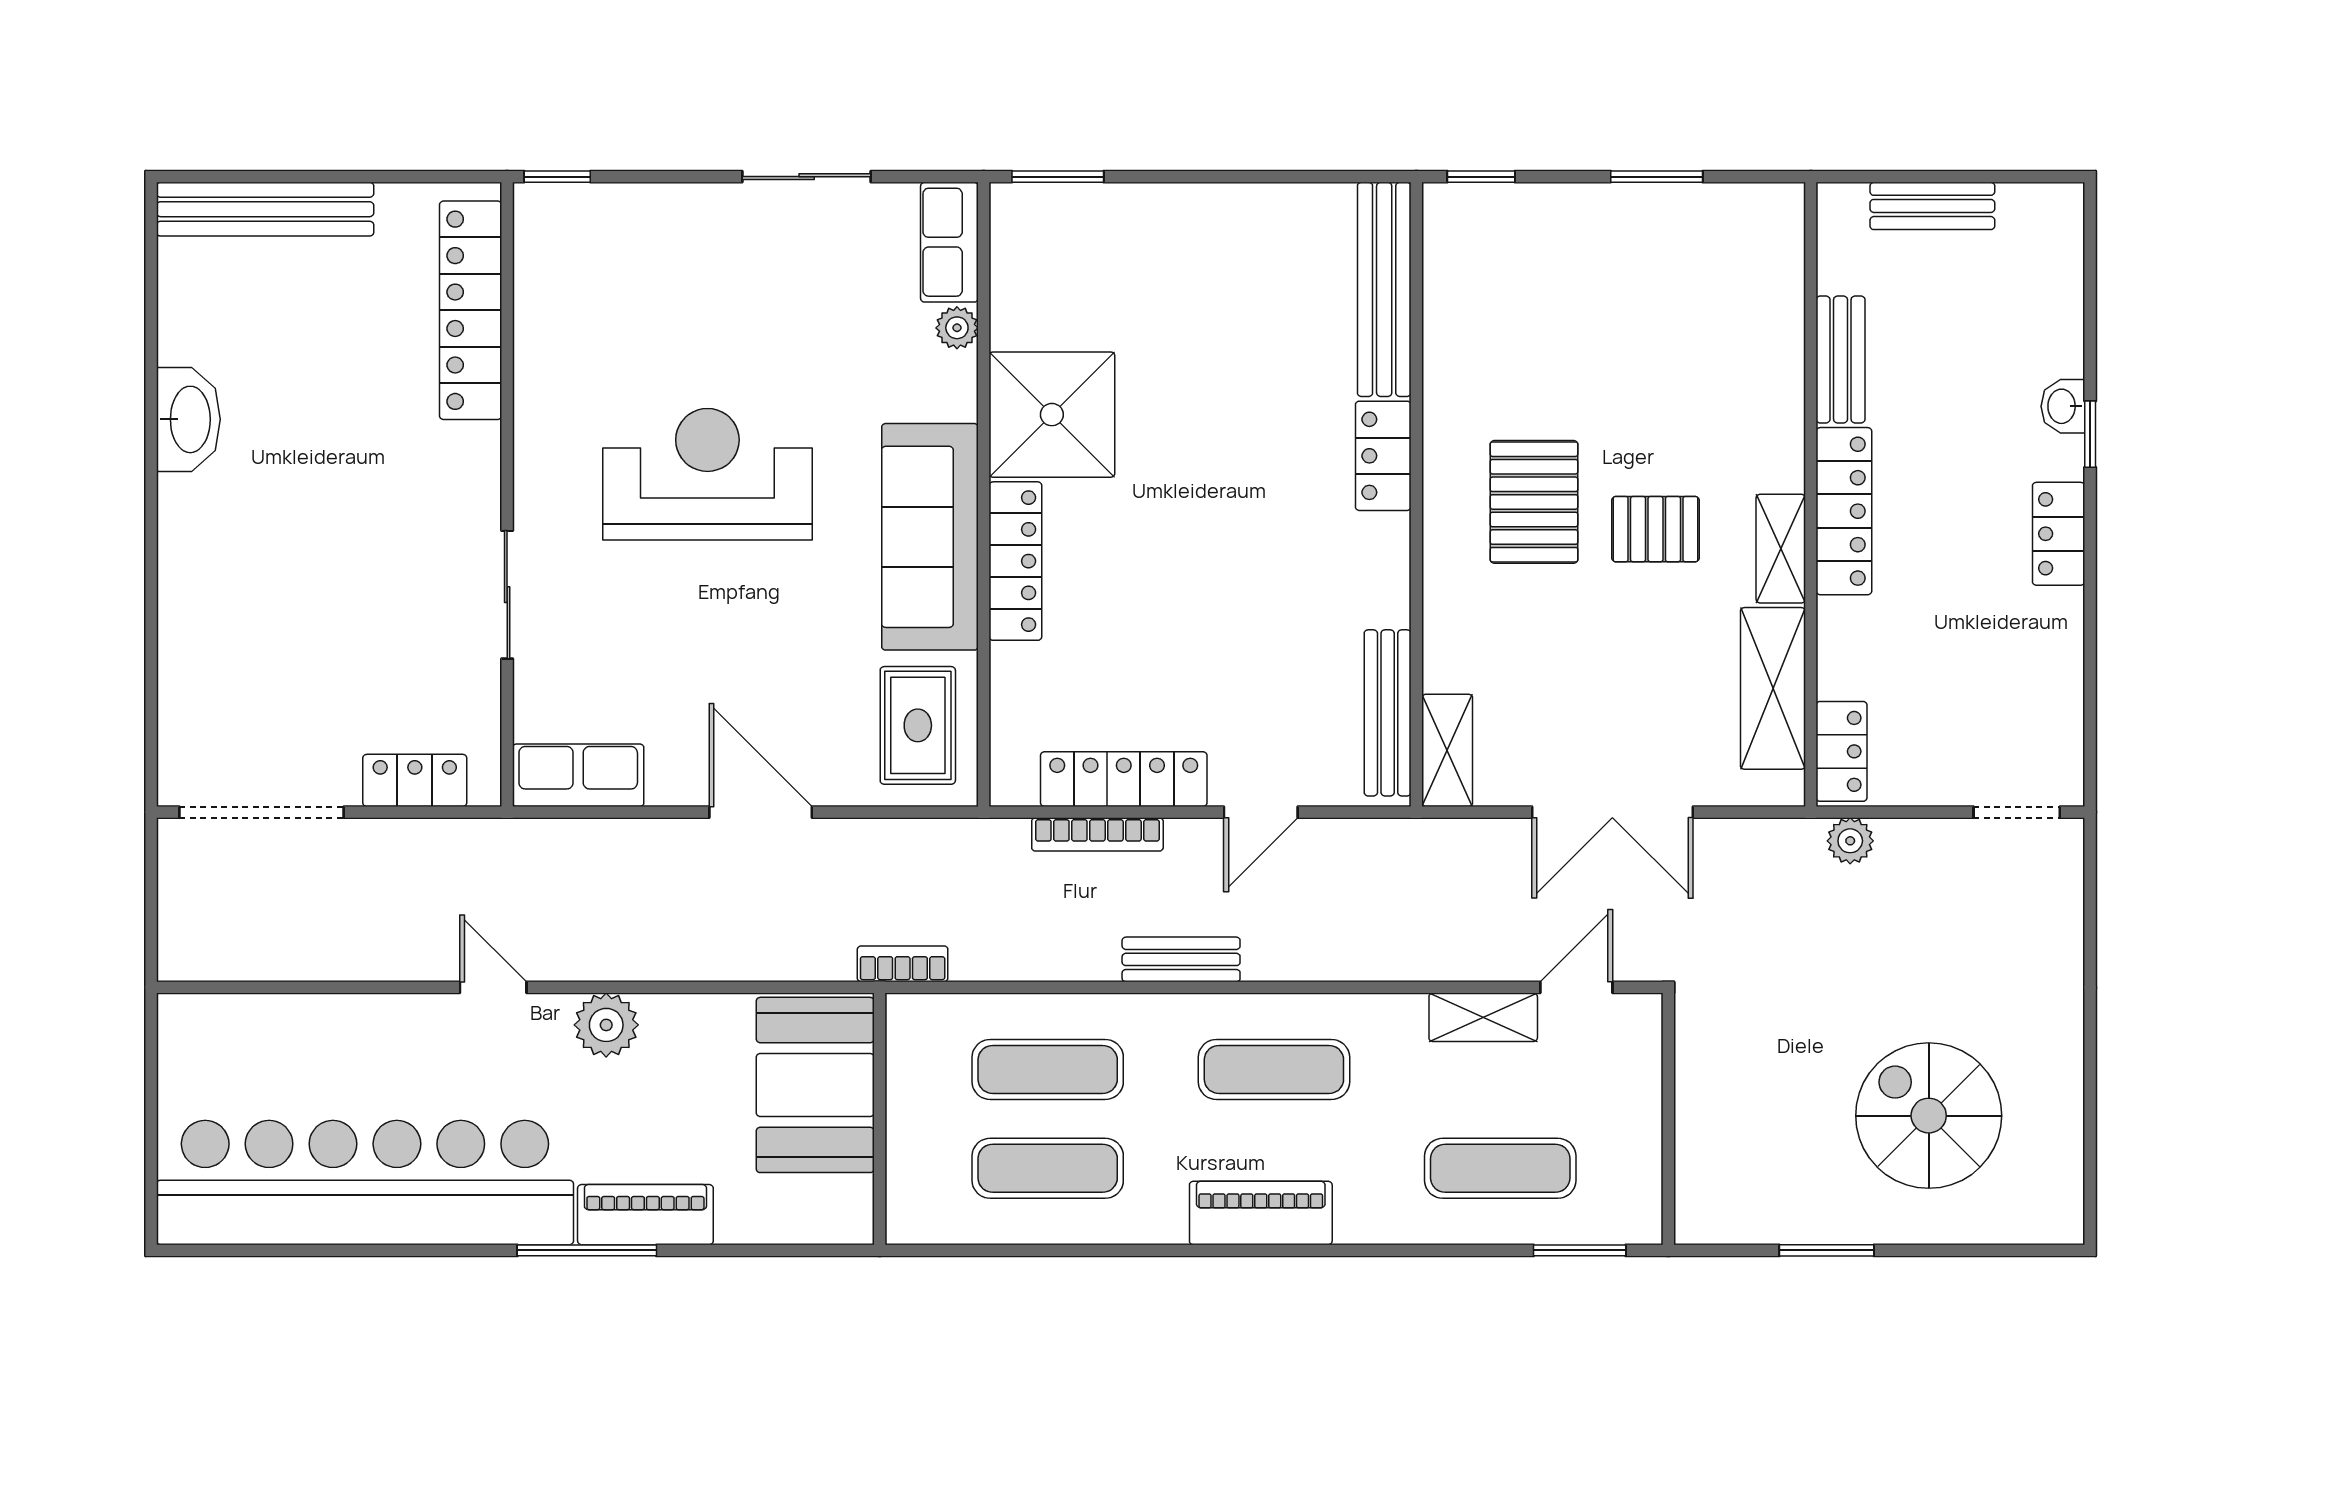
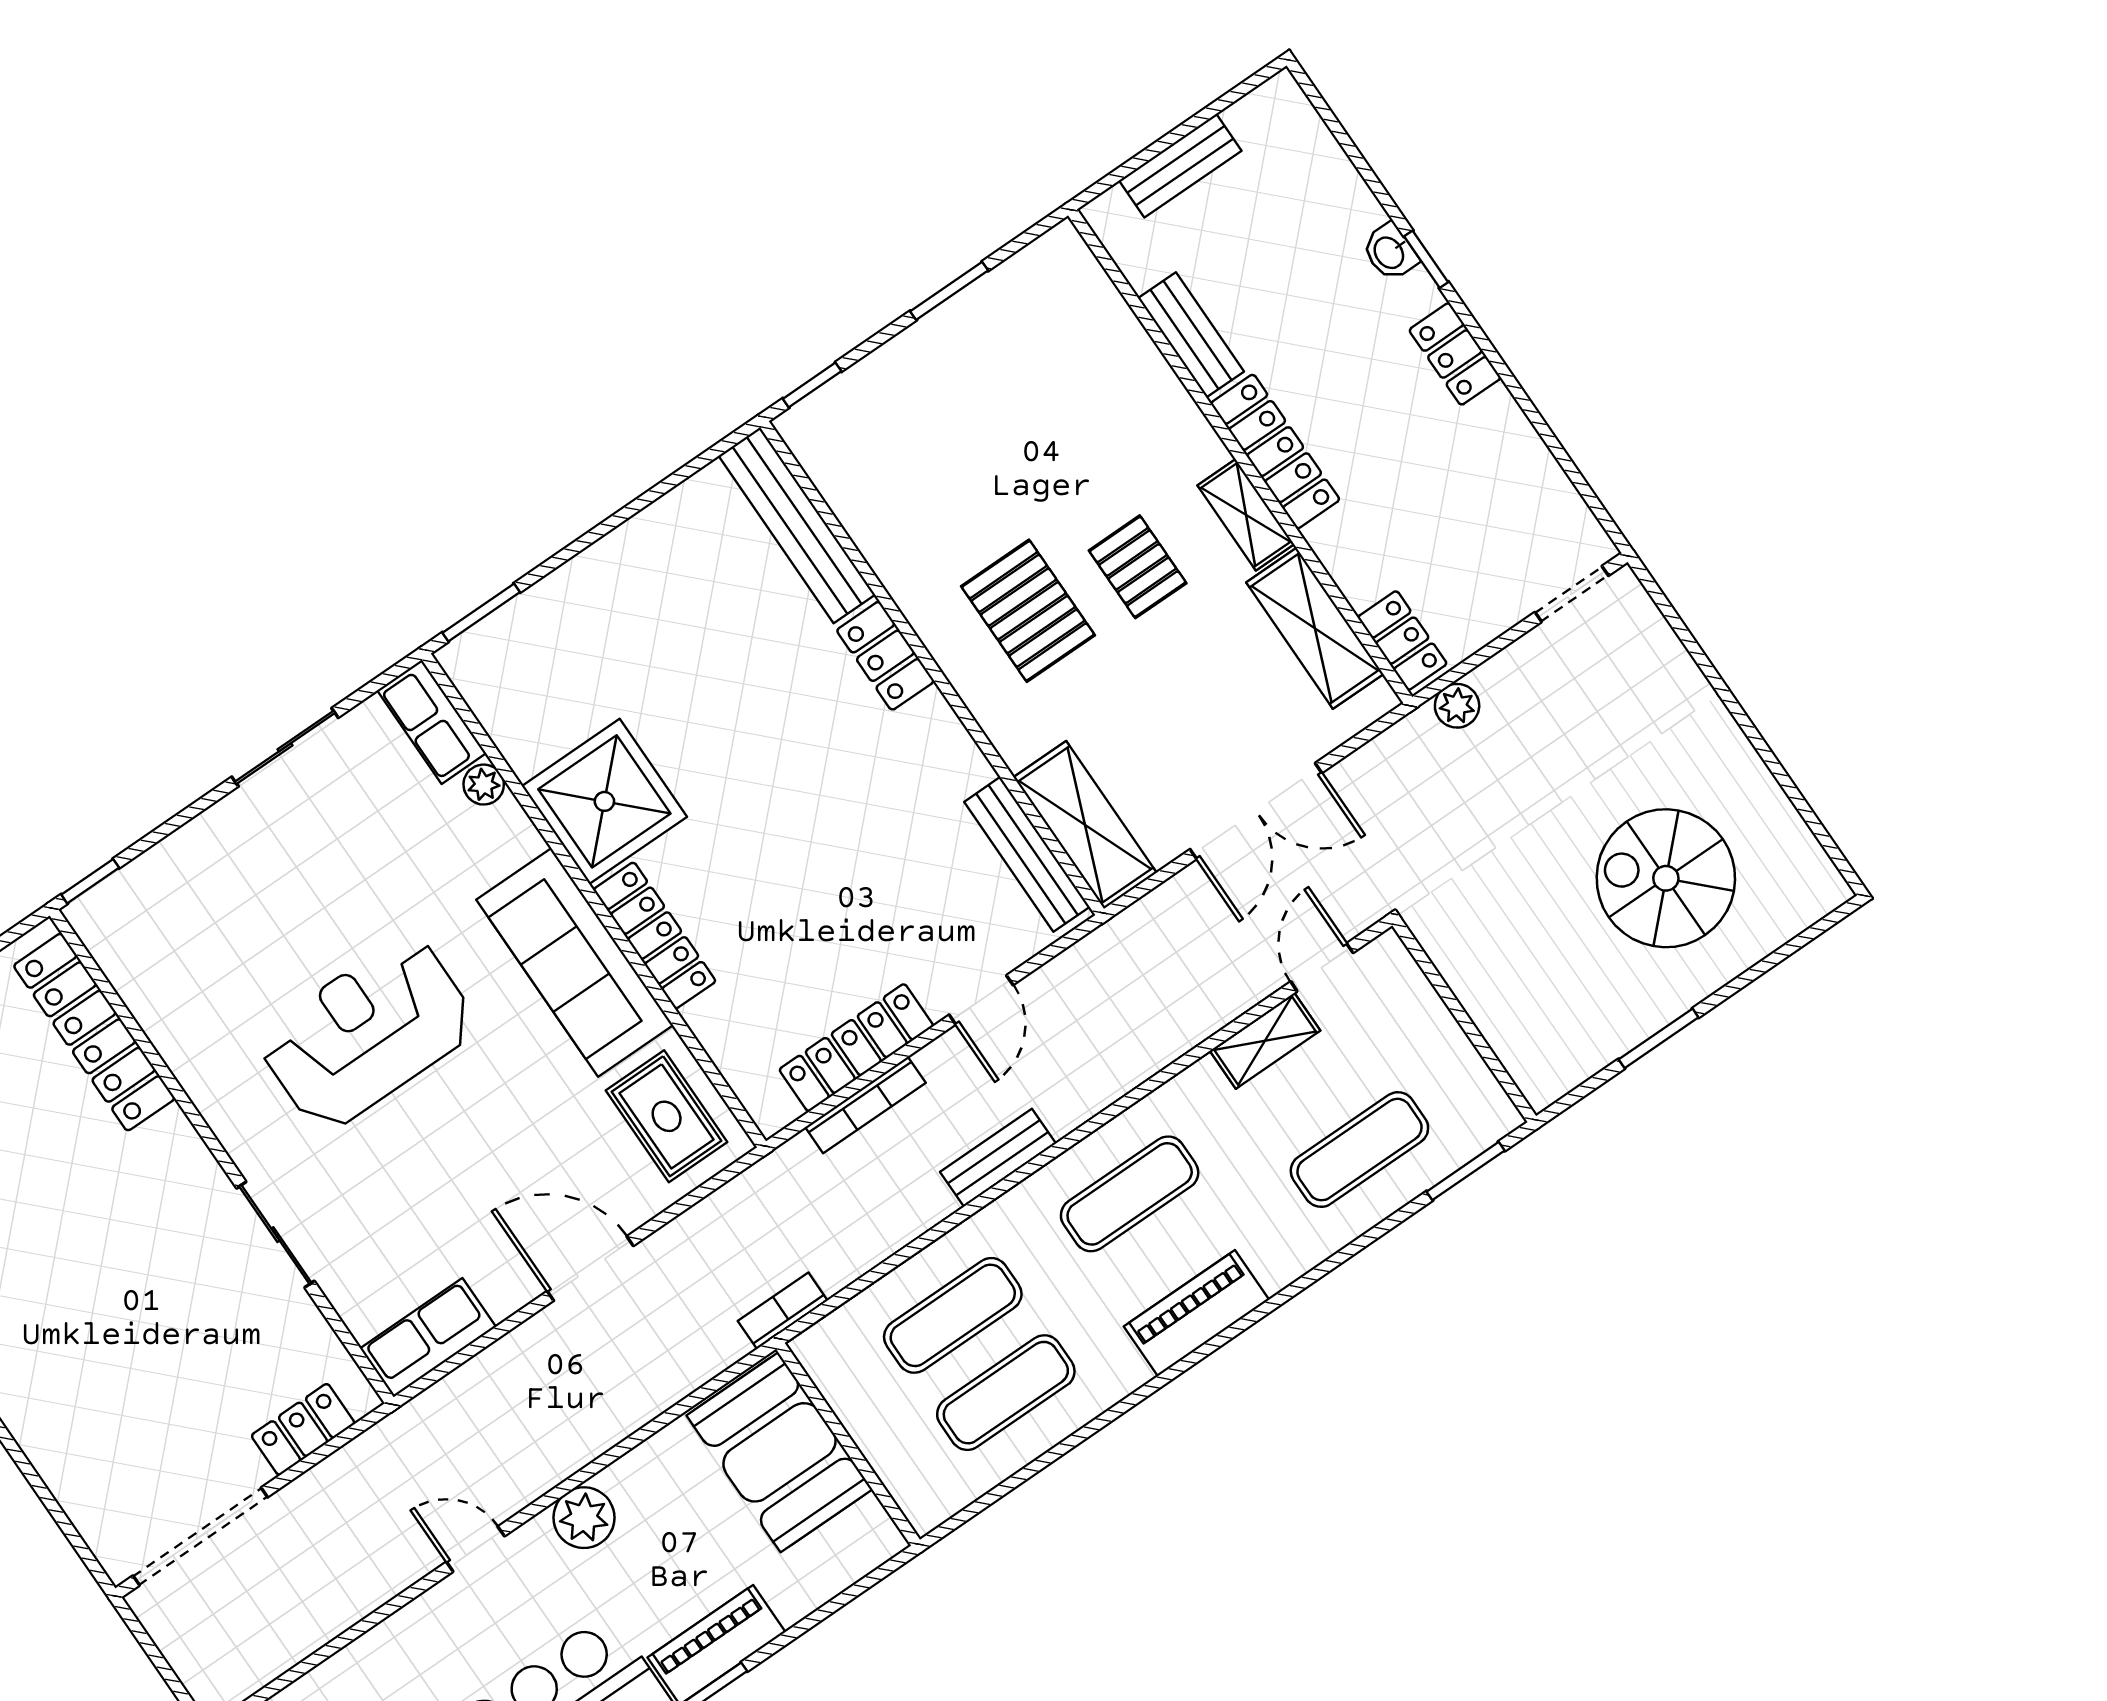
pallet: (1656, 529) -> (1138, 567), turned 90
shelving: (1447, 750) -> (1085, 825), width x1.50, depth x1.33

